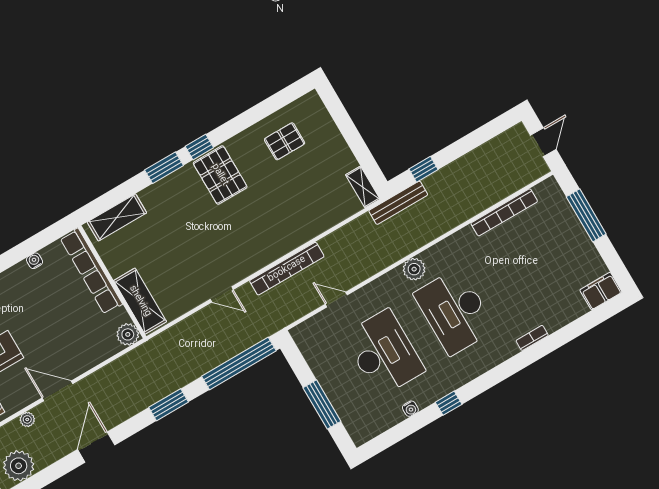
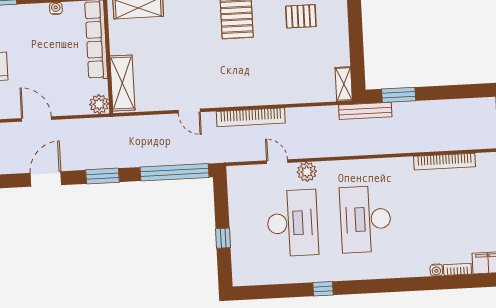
window: (423, 169) -> (399, 95), width x1.50
plant: (414, 269) -> (307, 172), moved
bookcase: (532, 338) -> (457, 269), moved
door: (57, 391) -> (37, 119), moved
window: (322, 404) -> (223, 238), width x0.46
water cooler: (410, 409) -> (436, 270), moved
door: (96, 447) -> (46, 179), moved

